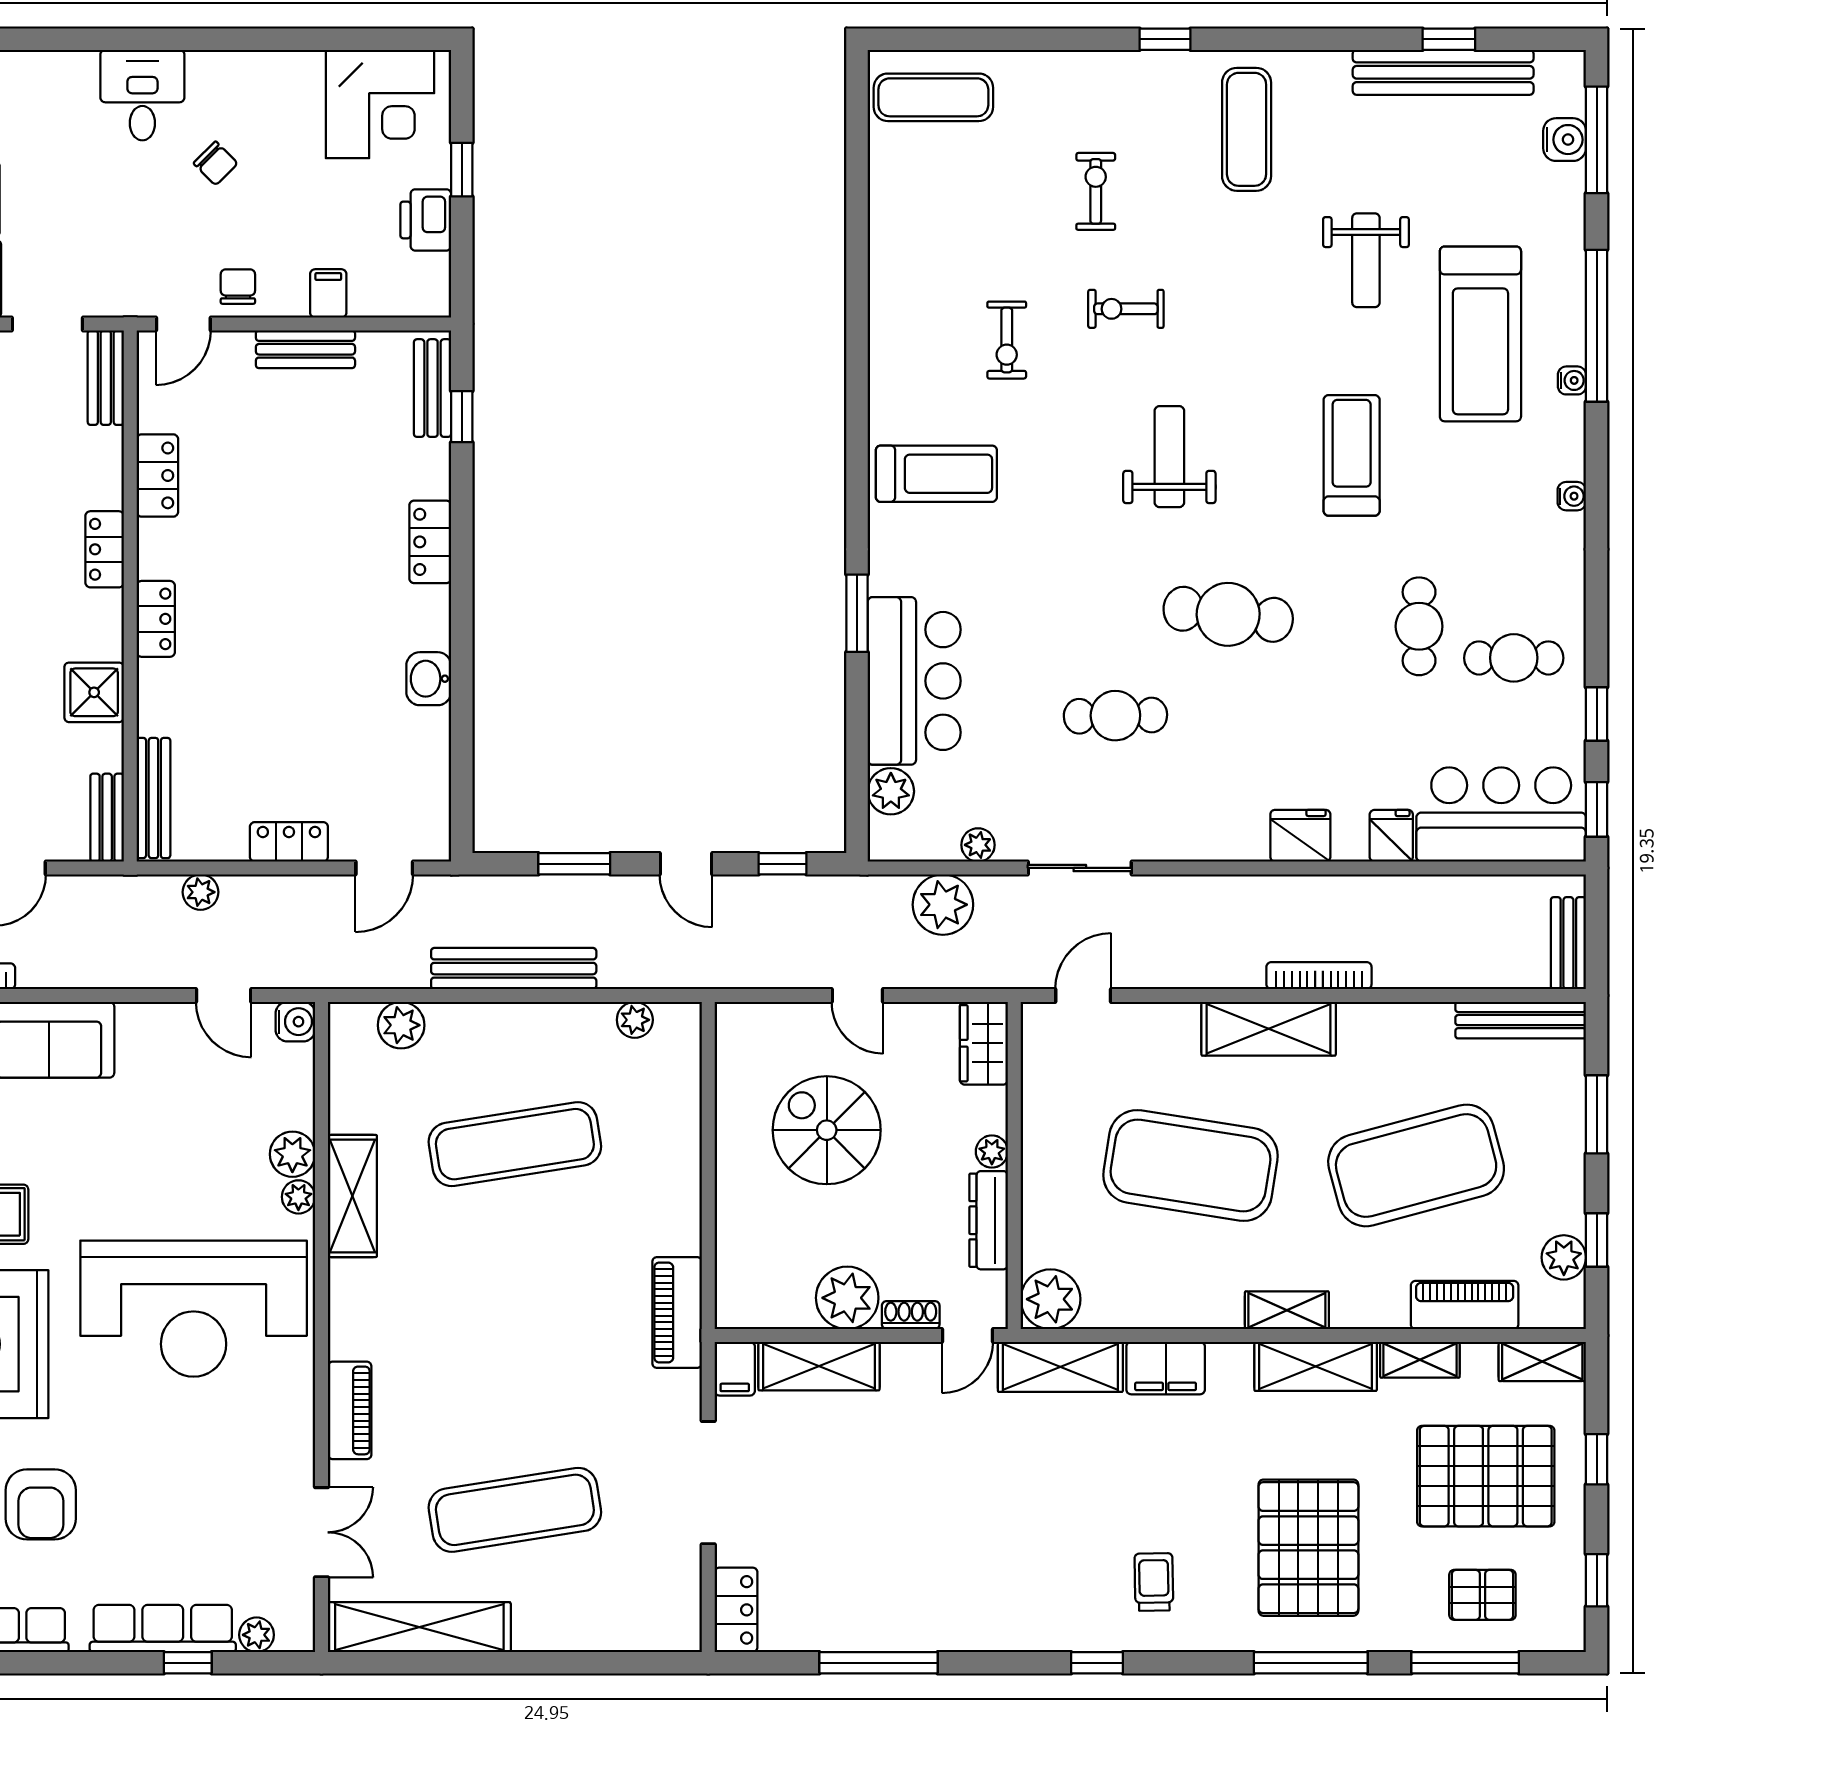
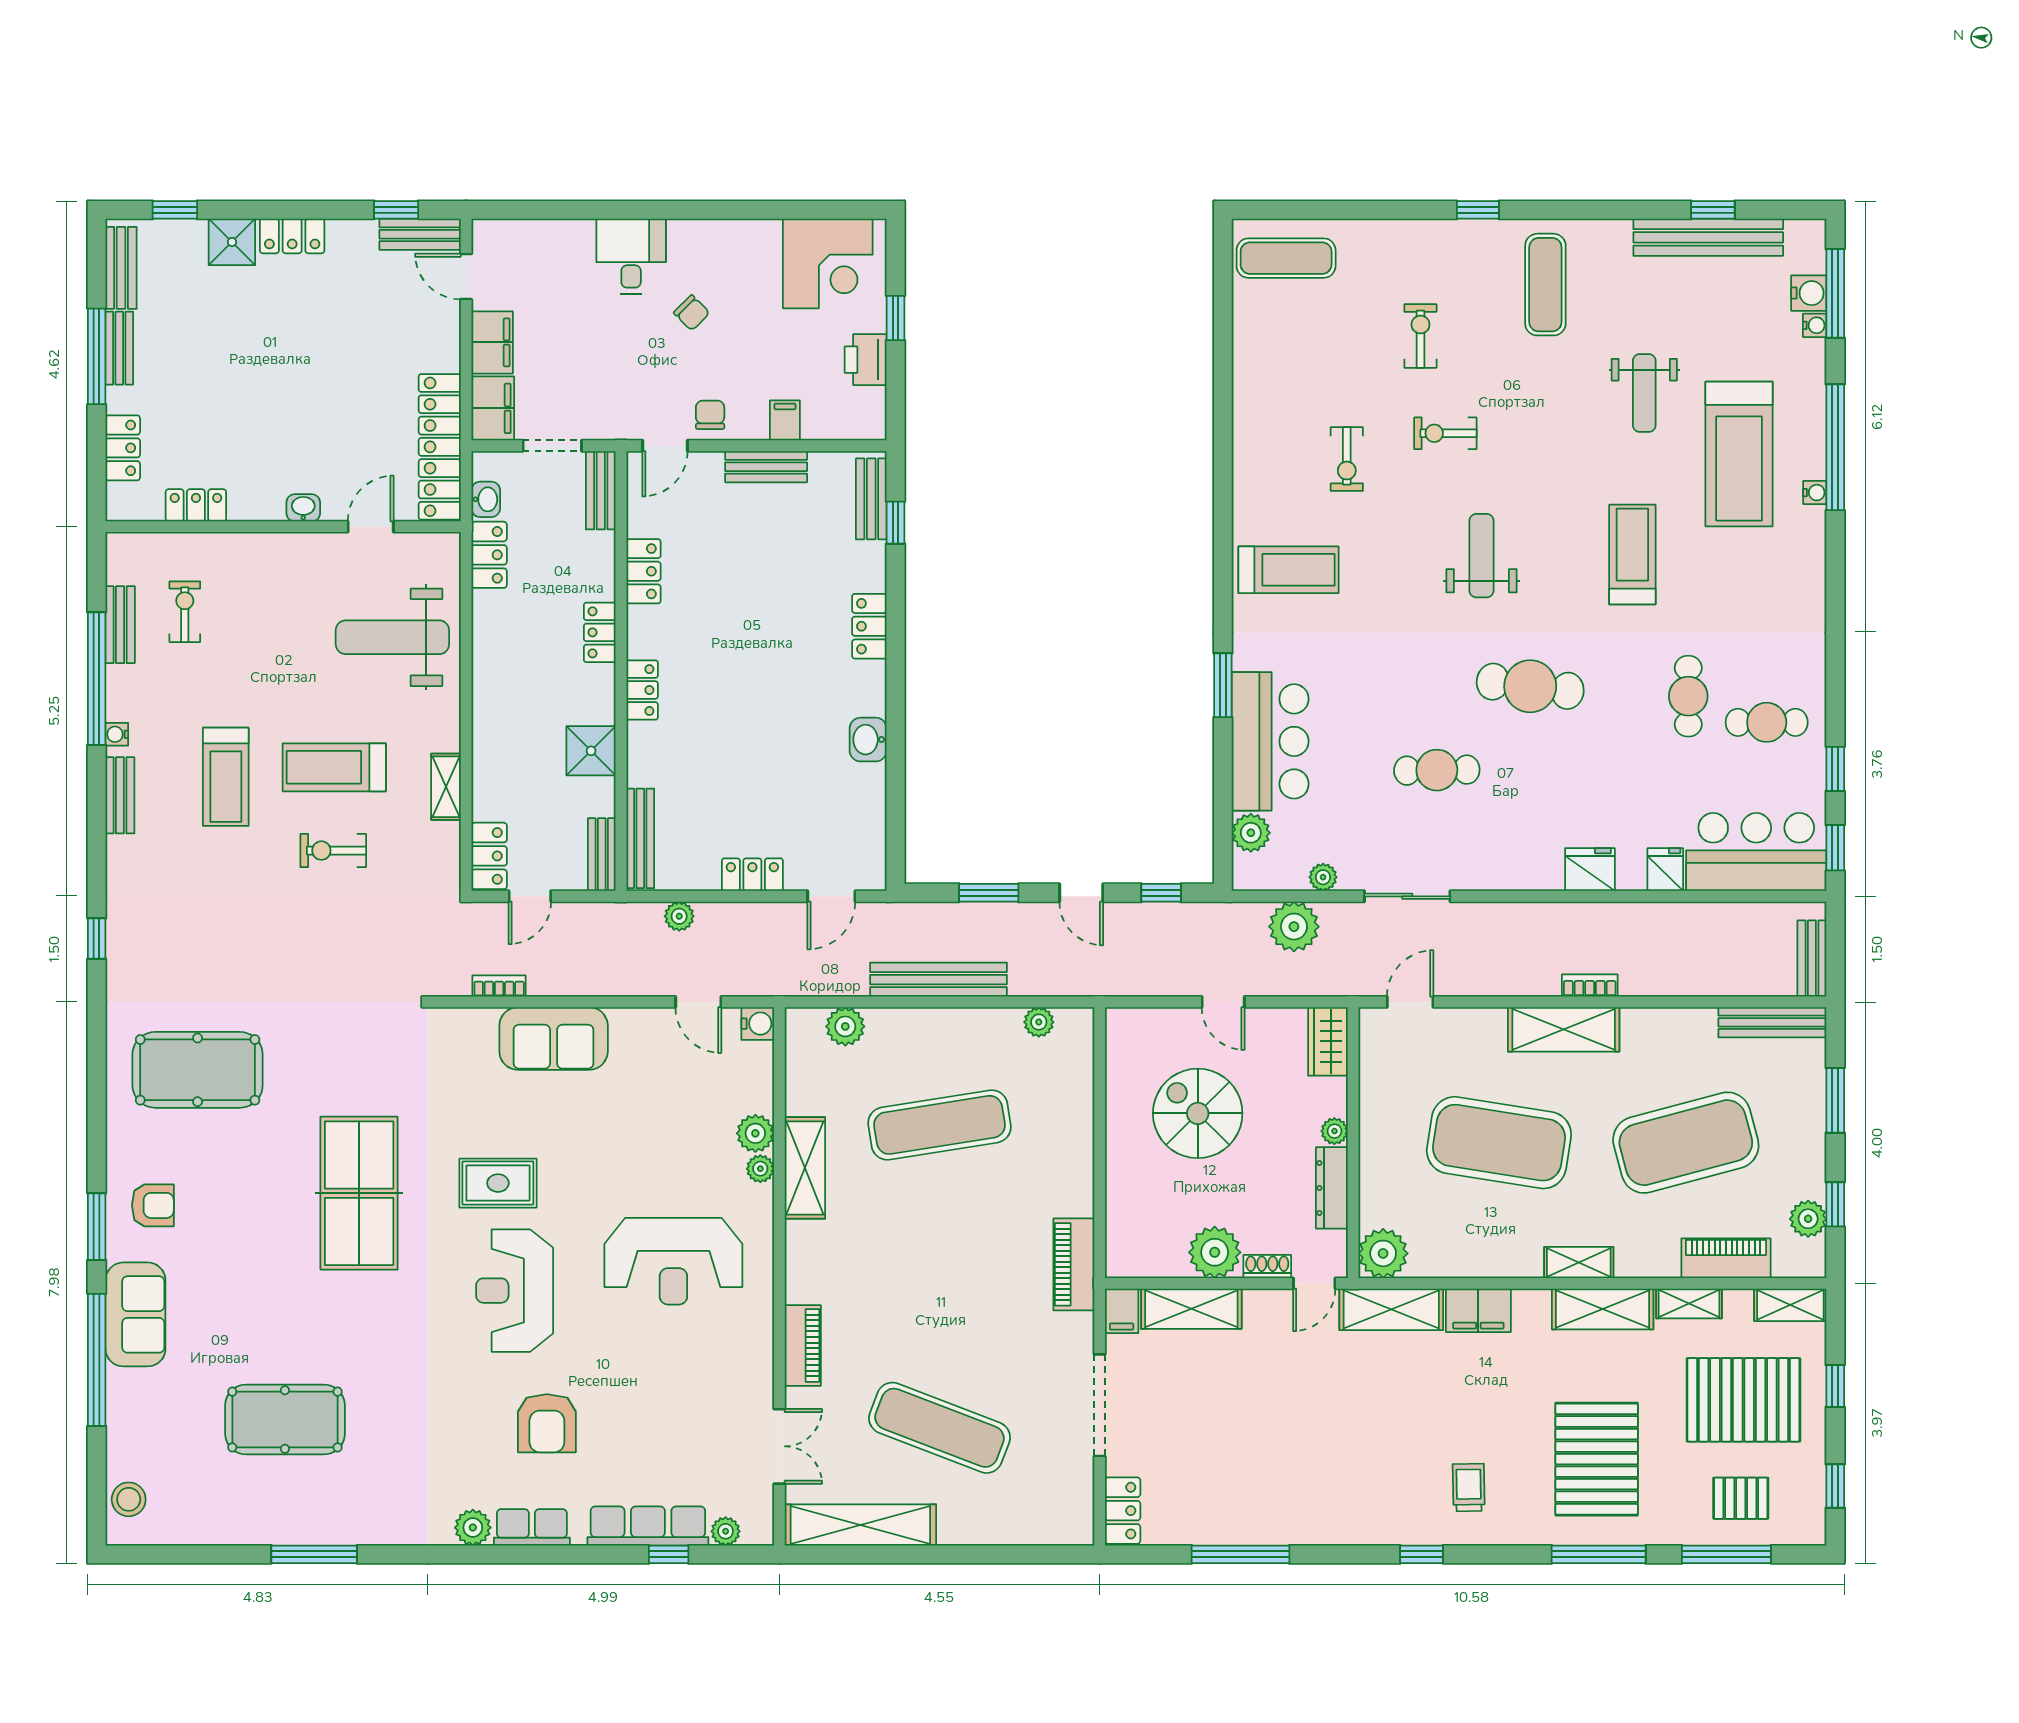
water cooler: (1572, 496) -> (1815, 325), moved
bookcase: (1319, 976) -> (1590, 985), width x0.64
reception desk: (194, 1309) -> (673, 1261), width x0.74, depth x0.77
exercise mat: (515, 1510) -> (940, 1428), turned 30

